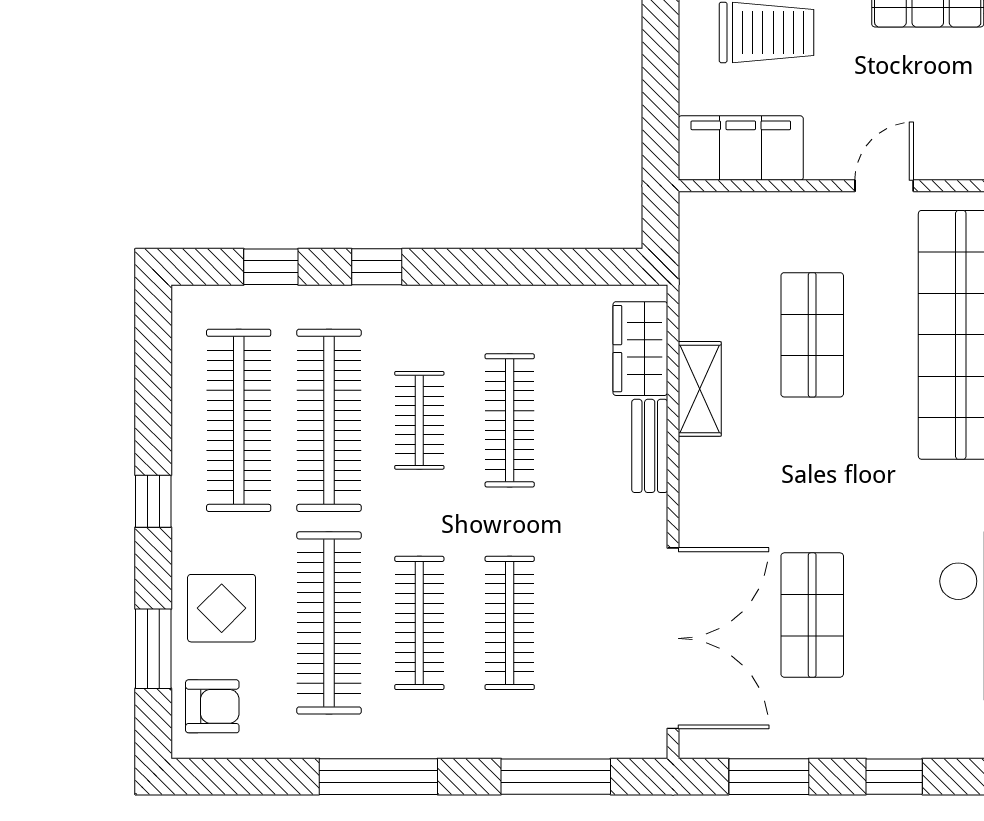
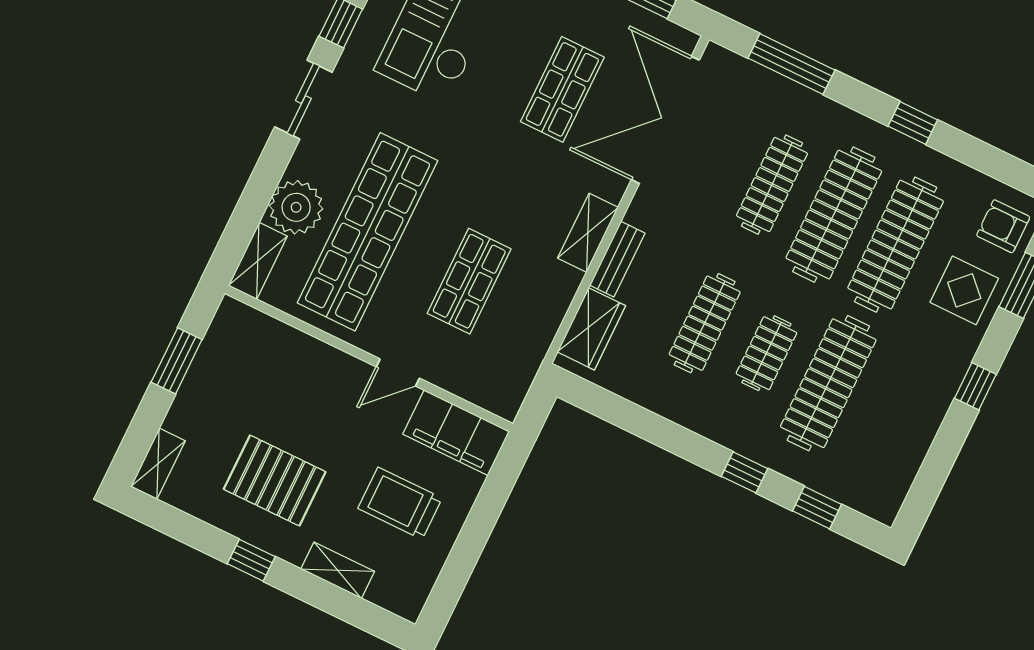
door: (884, 186) -> (398, 373), moved
shelving: (700, 389) -> (588, 233), moved
clothes rail: (239, 420) -> (890, 413), removed
clothes rail: (419, 623) -> (834, 215), width x1.37, depth x1.31
window: (378, 777) -> (913, 123), width x0.46

